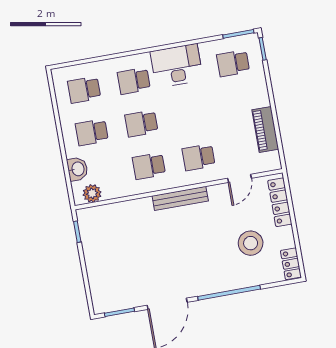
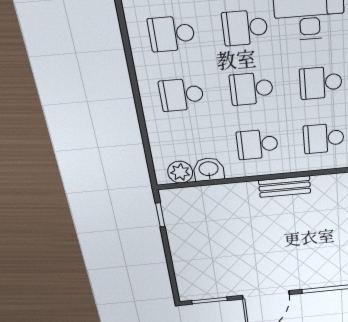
school desk: (191, 115) -> (321, 83), added
washbasin: (77, 169) -> (209, 169), moved, turned -90
bench: (180, 198) -> (285, 187), width x0.73

